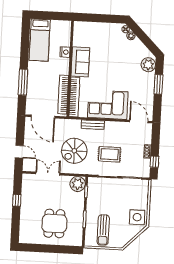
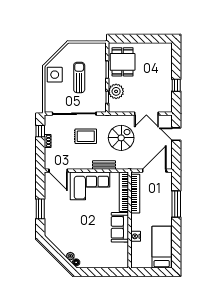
plant: (148, 65) -> (52, 228), removed
door: (43, 116) -> (154, 171), hinge flipped
plant: (78, 184) -> (116, 91), moved
dining table: (54, 223) -> (123, 62), moved
sun lounger: (103, 230) -> (79, 77), moved

